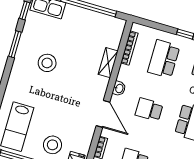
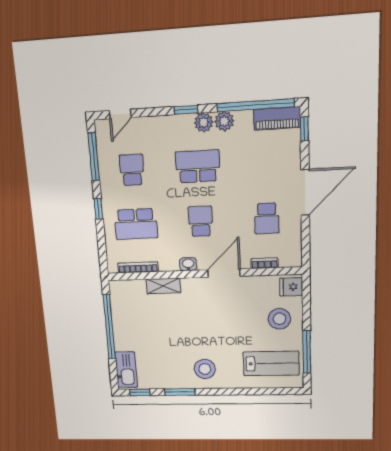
stool: (47, 63) -> (205, 369), moved
school desk: (149, 110) -> (201, 221), turned 180

